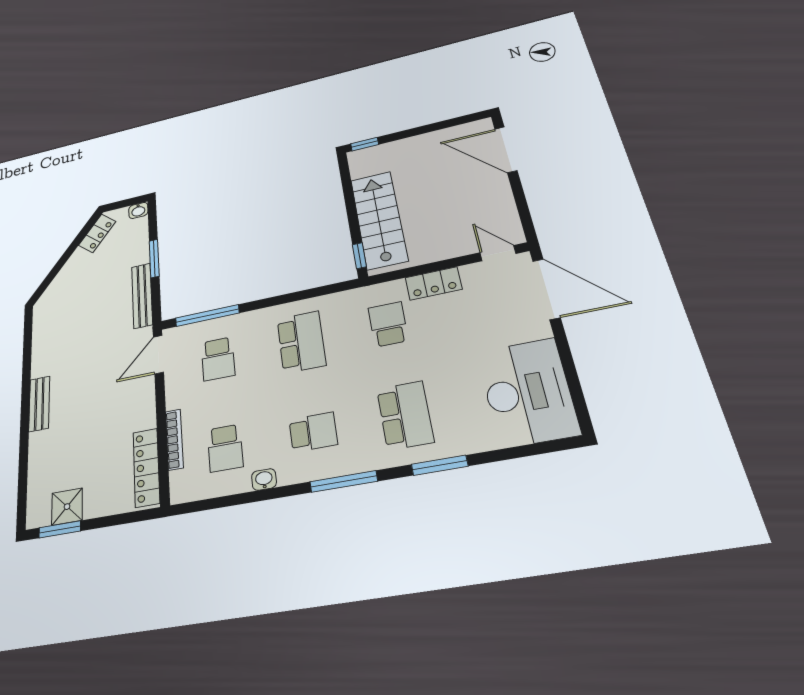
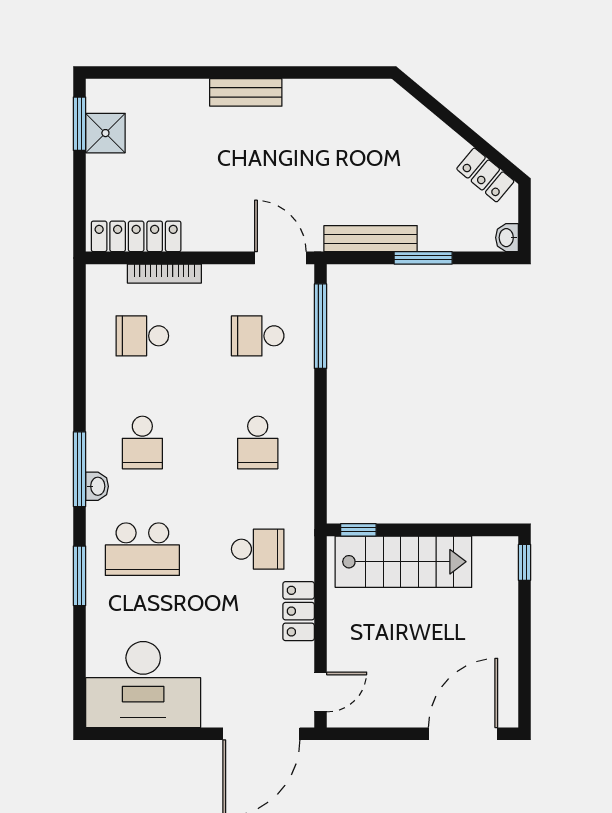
school desk: (301, 342) -> (258, 443), width x0.54
washbasin: (264, 480) -> (97, 486), moved

